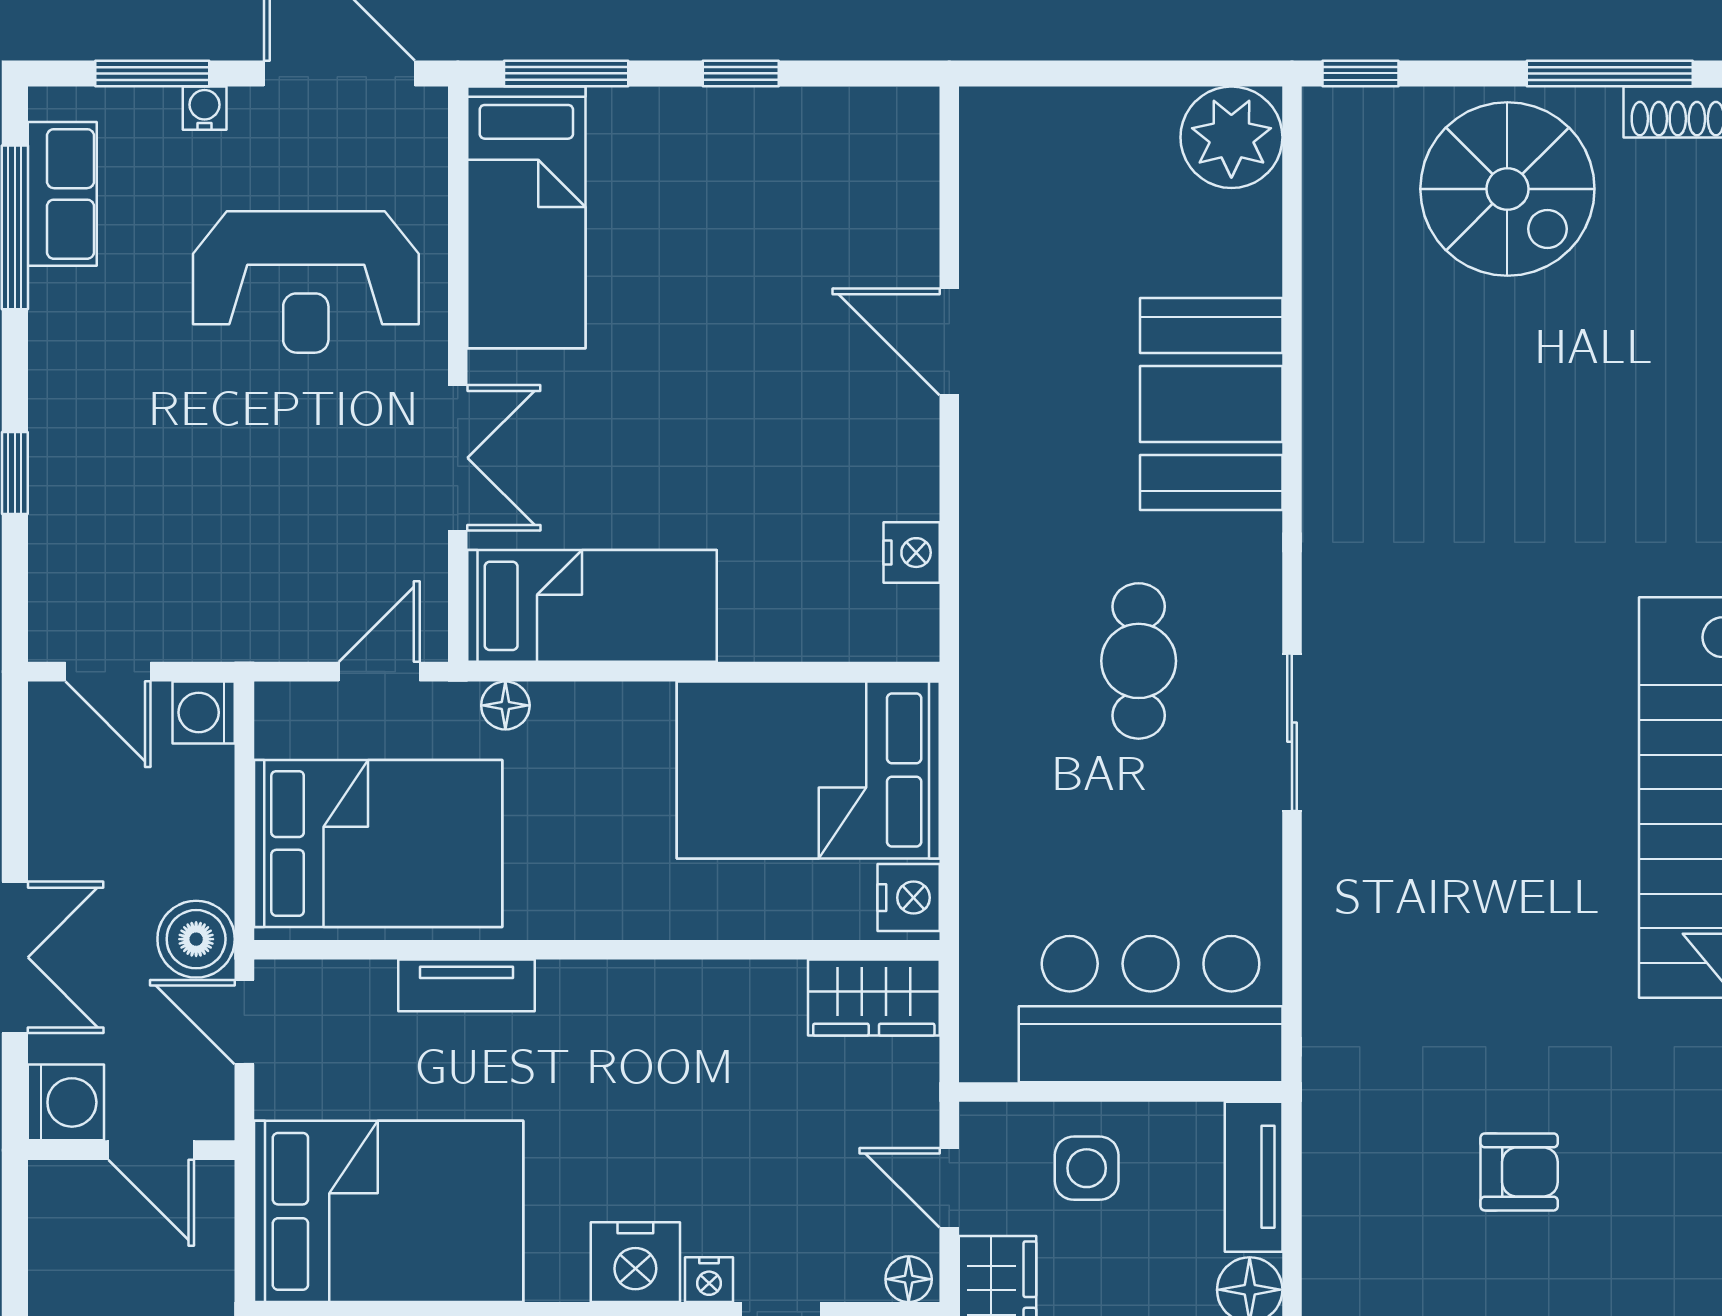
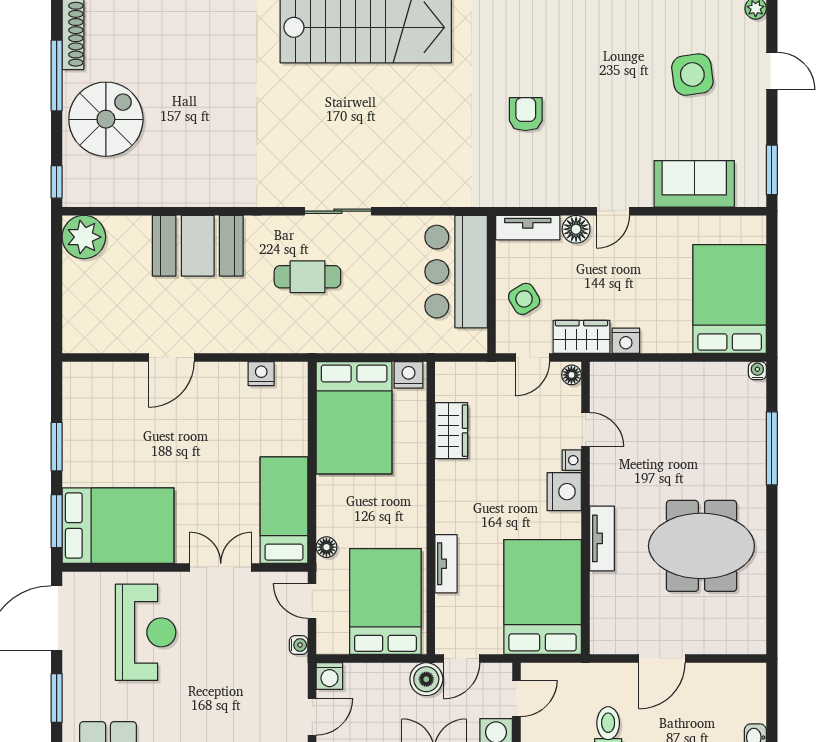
window: (741, 73) -> (57, 447), width x1.50
water cooler: (205, 108) -> (299, 645), moved, turned 180
bed: (526, 217) -> (118, 526), width x1.50
wardrobe: (874, 998) -> (451, 431), moved
side table: (1087, 1168) -> (524, 299), turned -31

